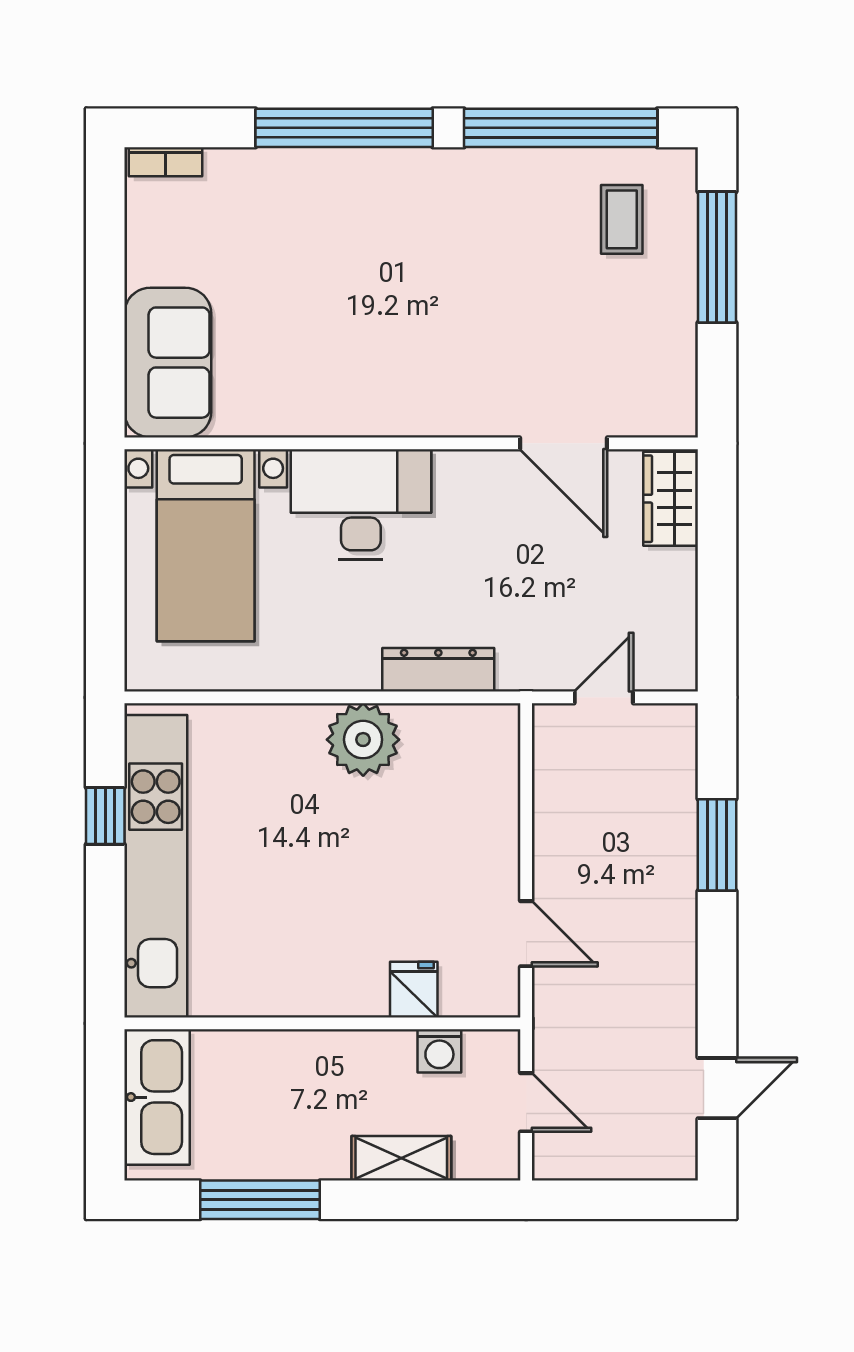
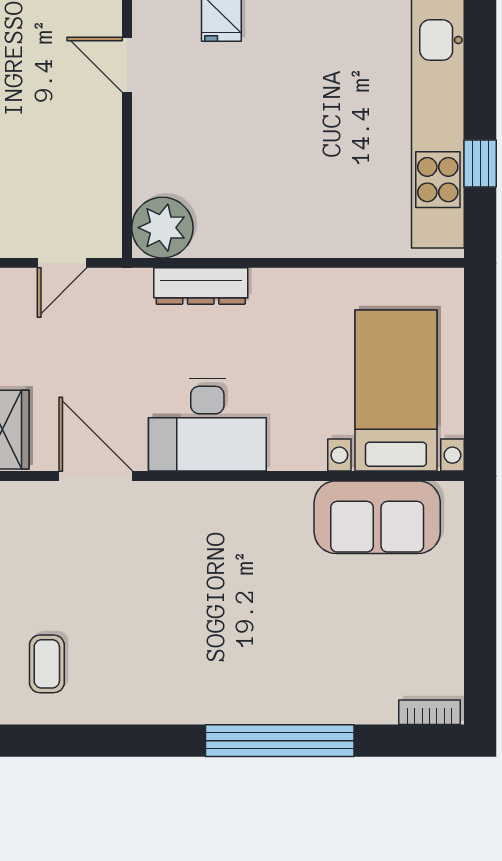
window: (561, 128) -> (98, 741), removed
sofa: (168, 363) -> (377, 517), moved, turned -90
desk: (361, 504) -> (207, 425), moved
plant: (363, 740) -> (162, 228), moved

